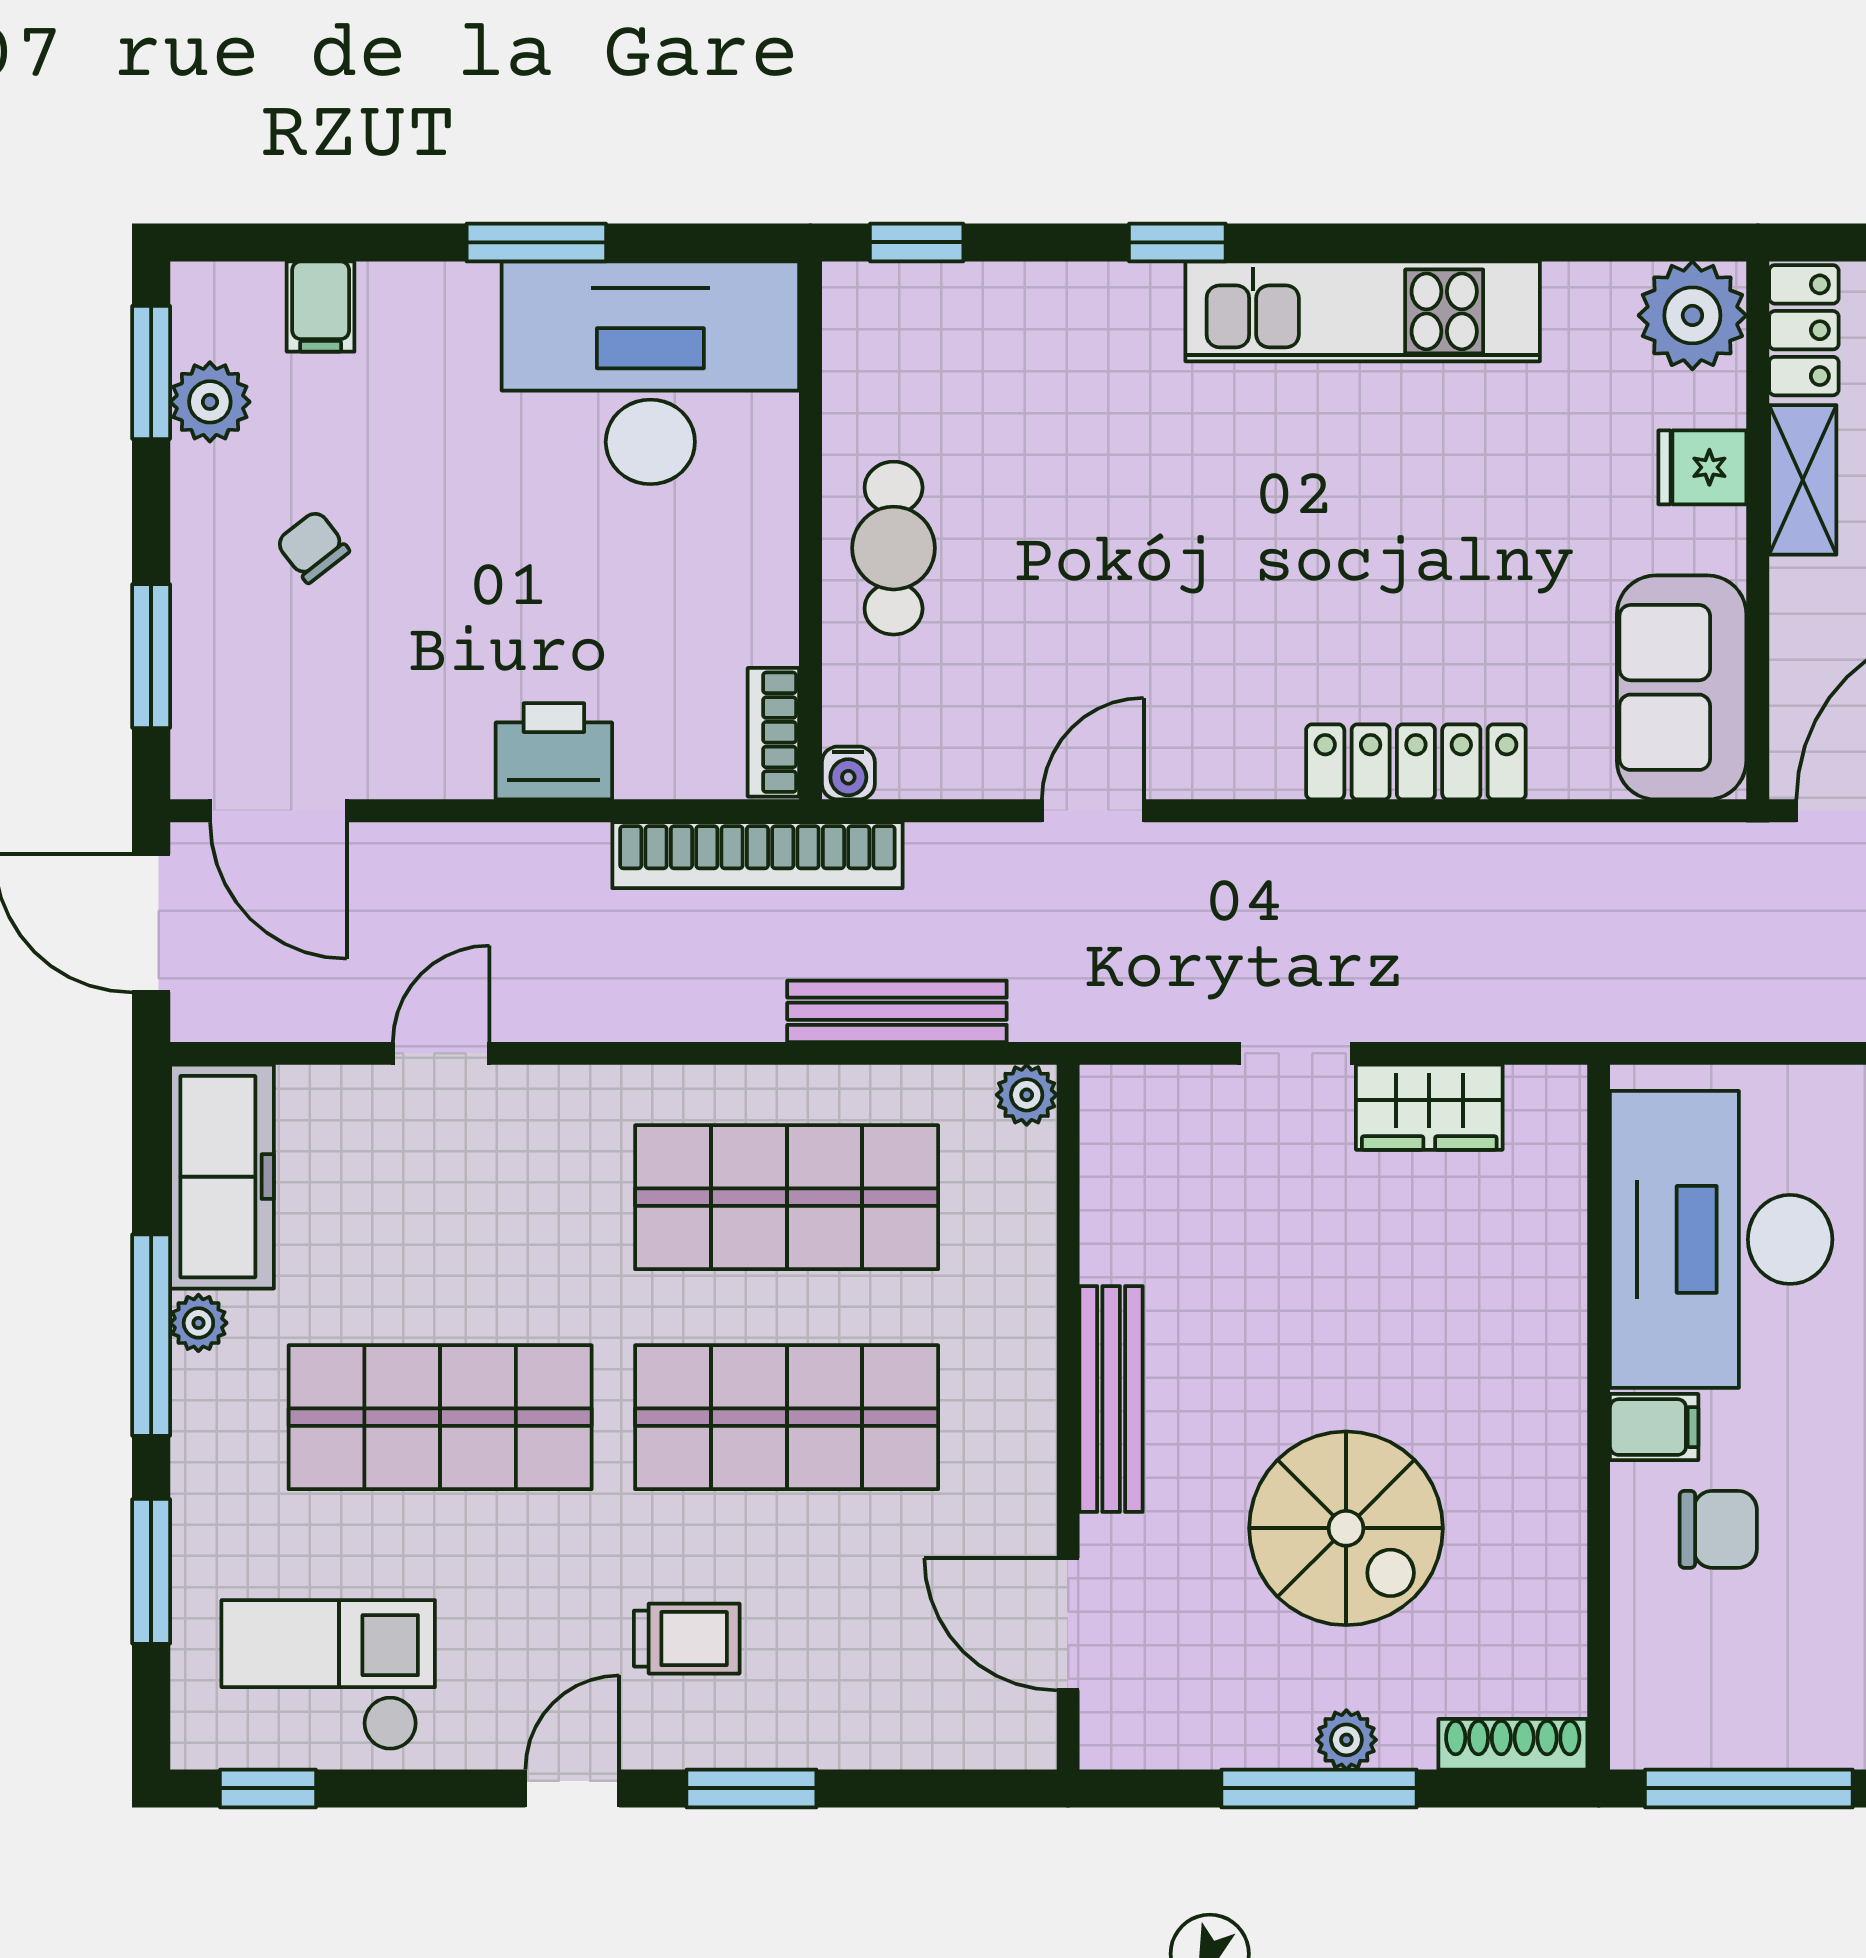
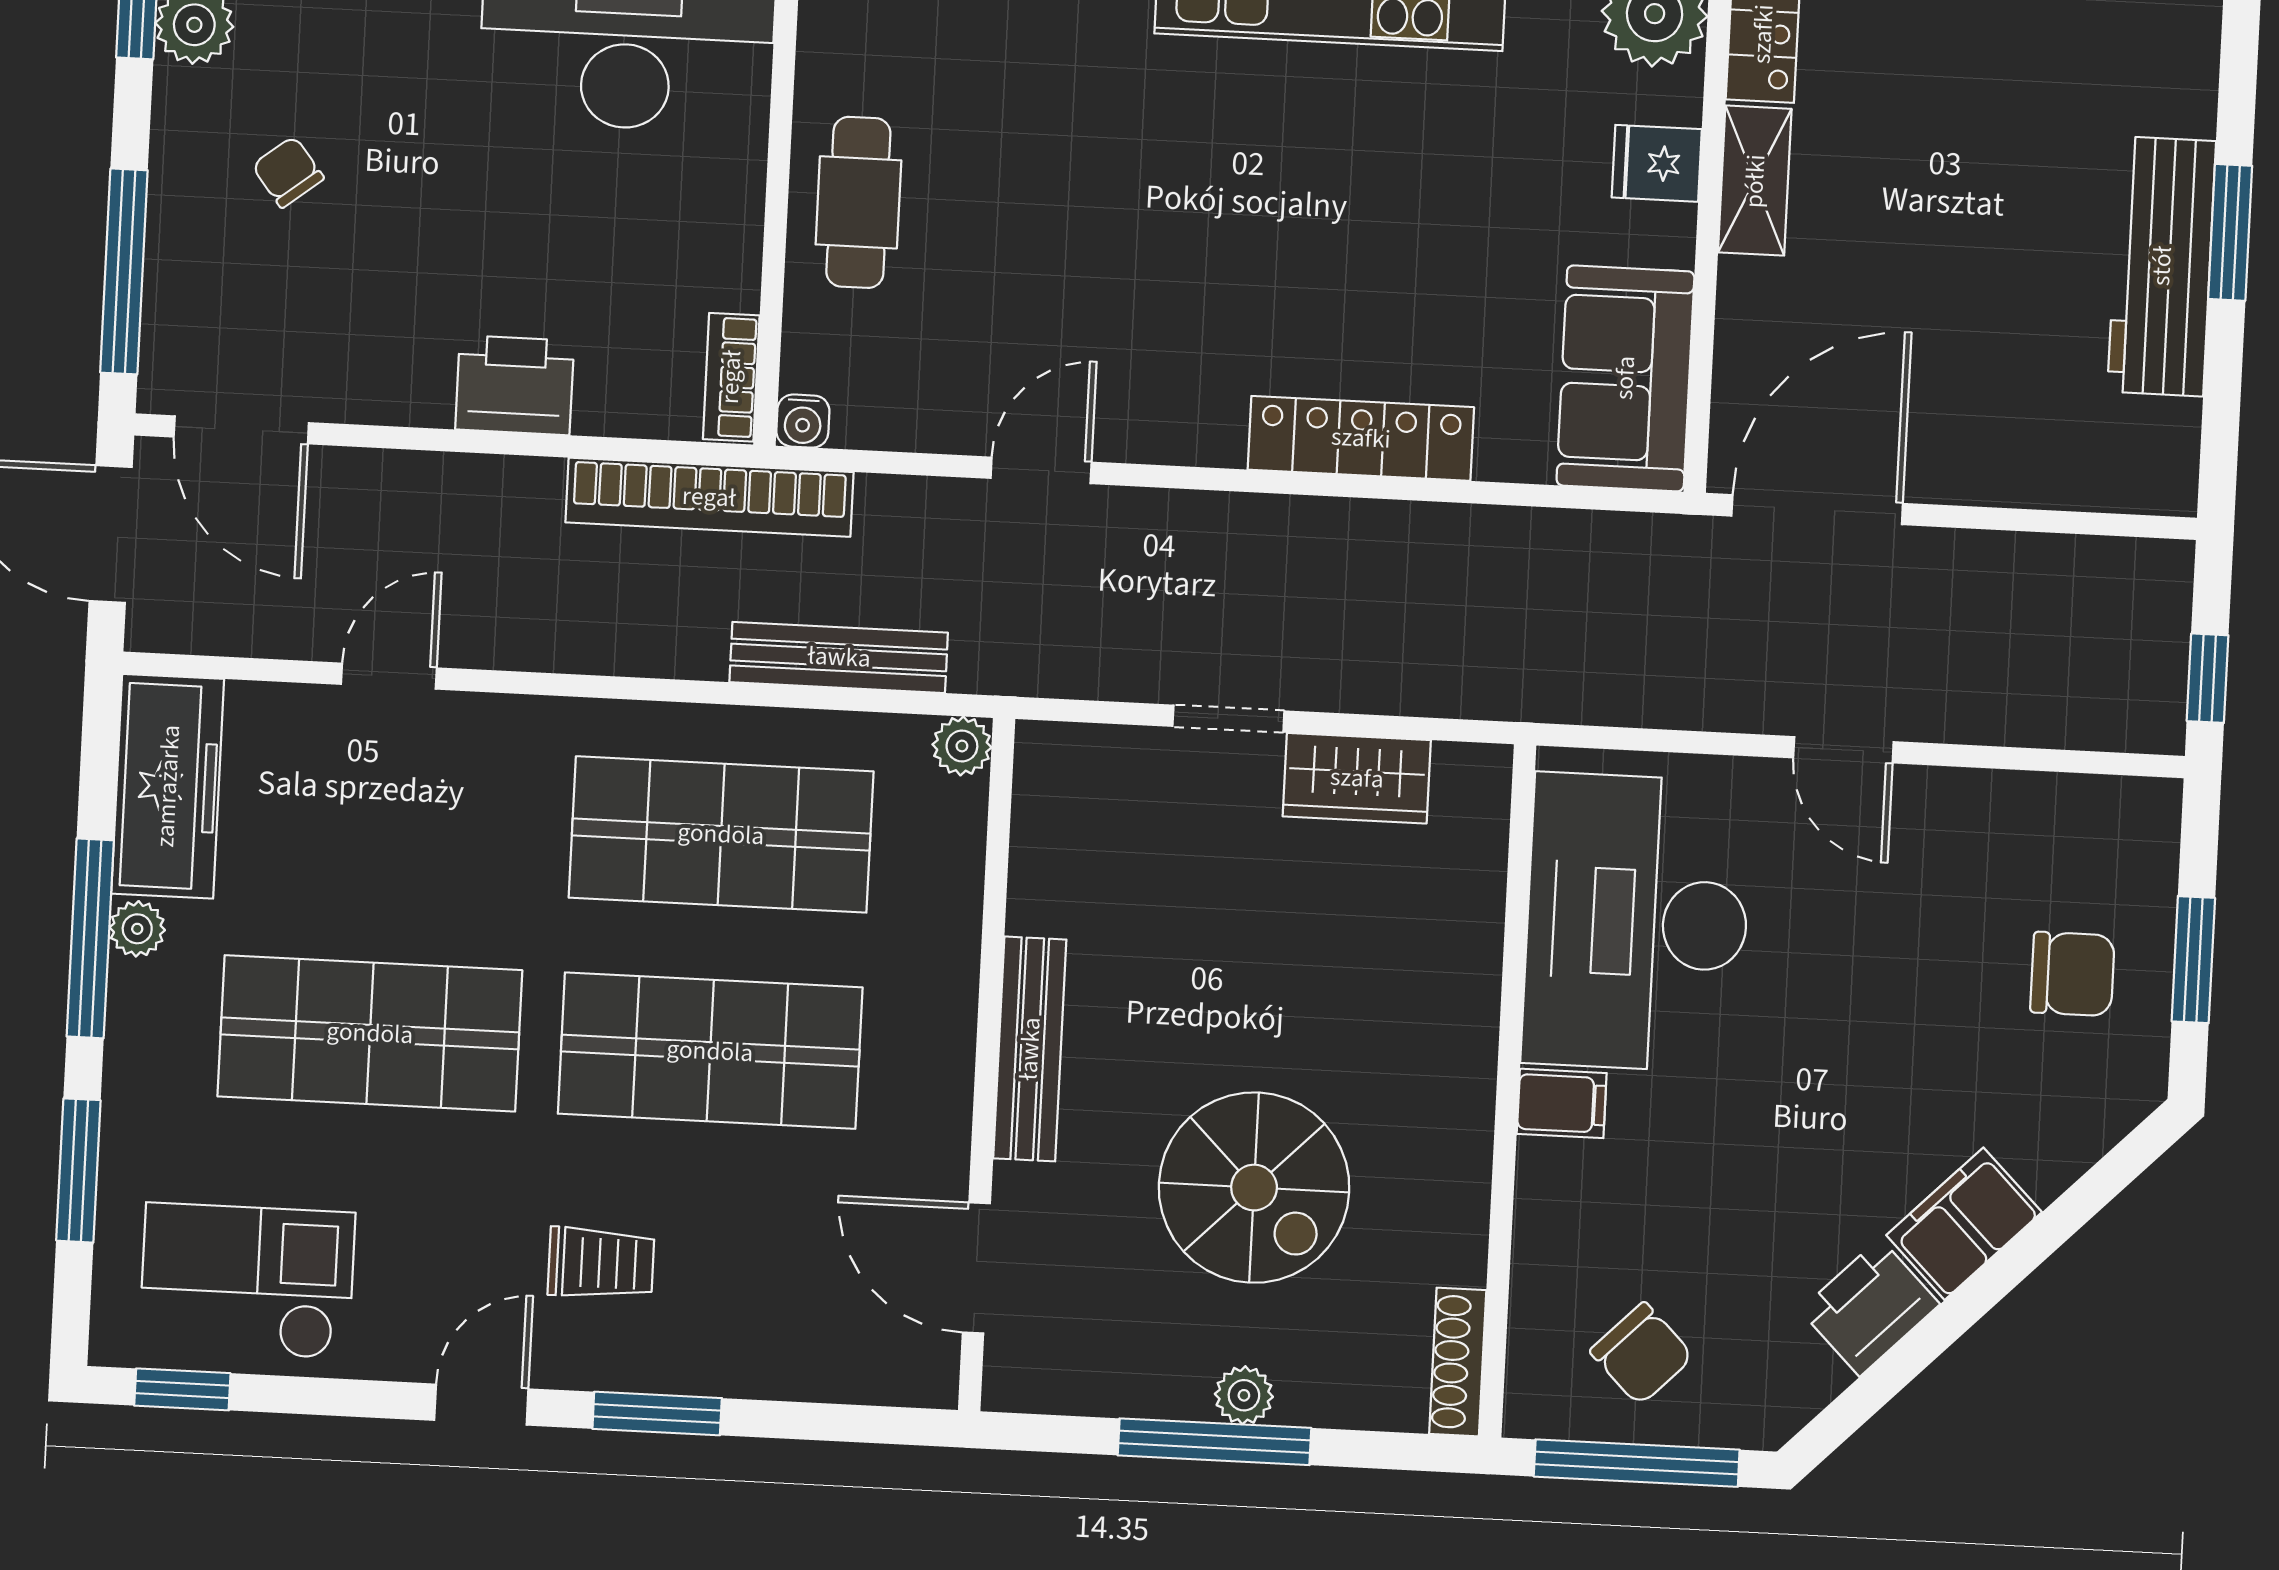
window: (151, 656) -> (124, 271), width x1.44
chair: (1718, 1529) -> (1642, 1354), moved, turned 45
shoe rack: (1513, 1744) -> (1458, 1362), moved, turned -90

